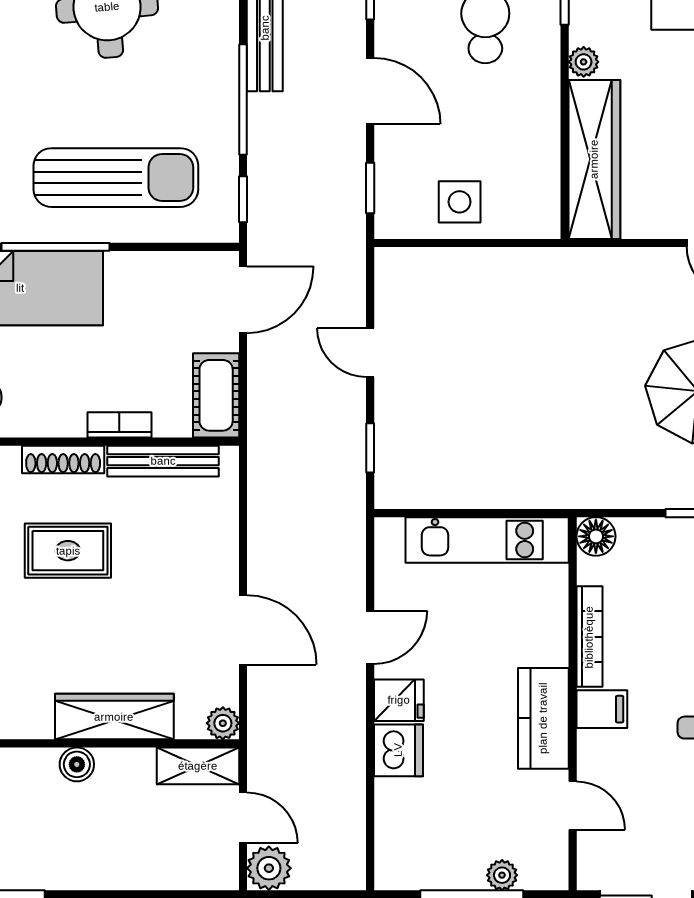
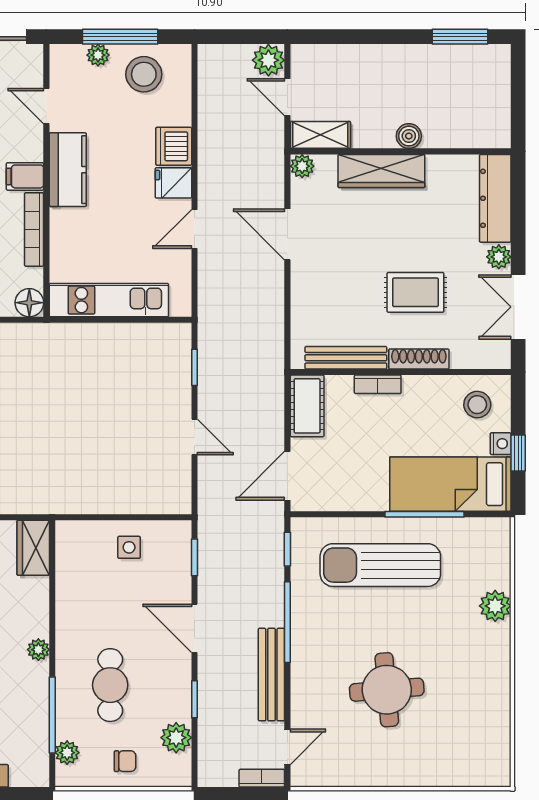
wardrobe: (594, 159) -> (33, 548), width x0.48, depth x0.85
side table: (460, 202) -> (129, 547), width x0.73, depth x0.73
stool: (439, 849) -> (144, 74), added

